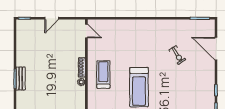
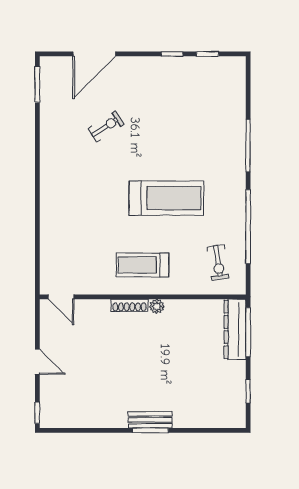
door: (86, 31) -> (61, 297), swing flipped

